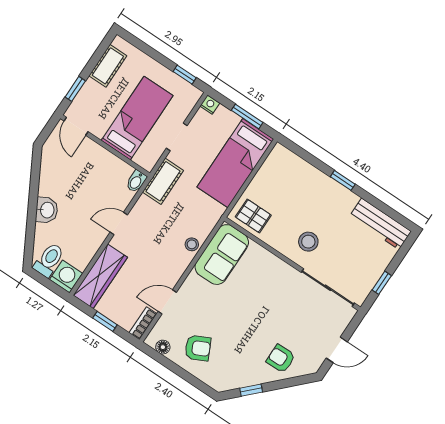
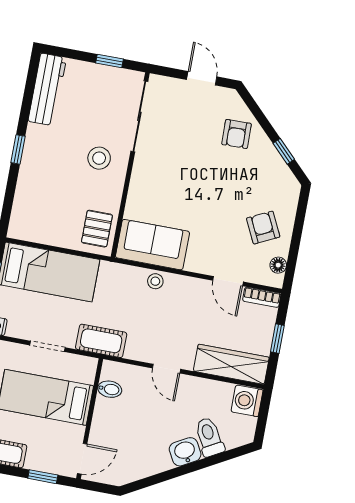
bidet: (136, 181) -> (110, 389), moved
toilet: (49, 260) -> (209, 437), moved, turned 61

